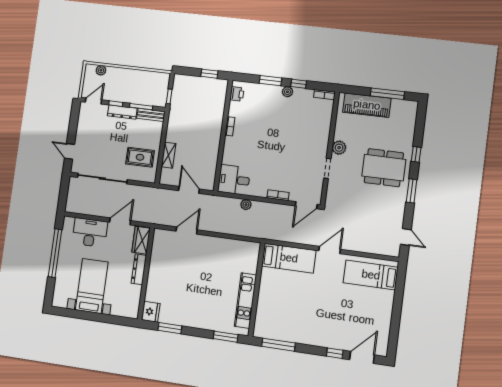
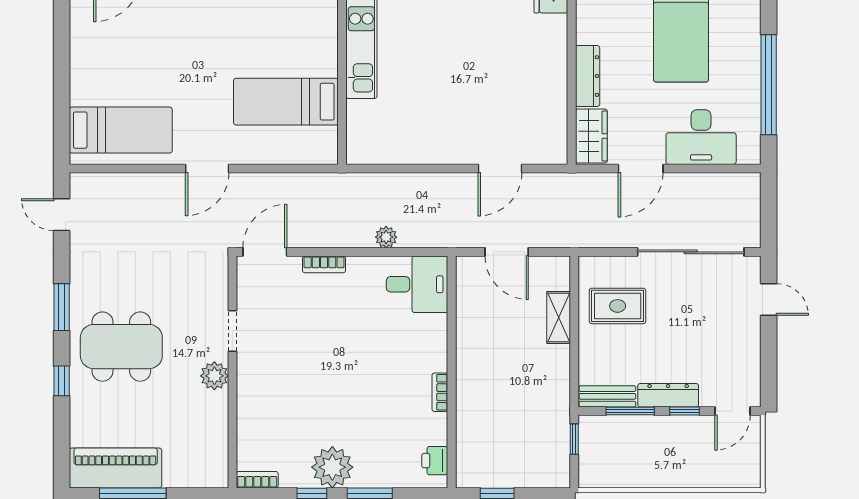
plant: (101, 70) -> (726, 477), removed
plant: (287, 92) -> (332, 467), width x1.88, depth x1.88
piano: (367, 105) -> (116, 468), moved
bed: (289, 258) -> (286, 102), moved

